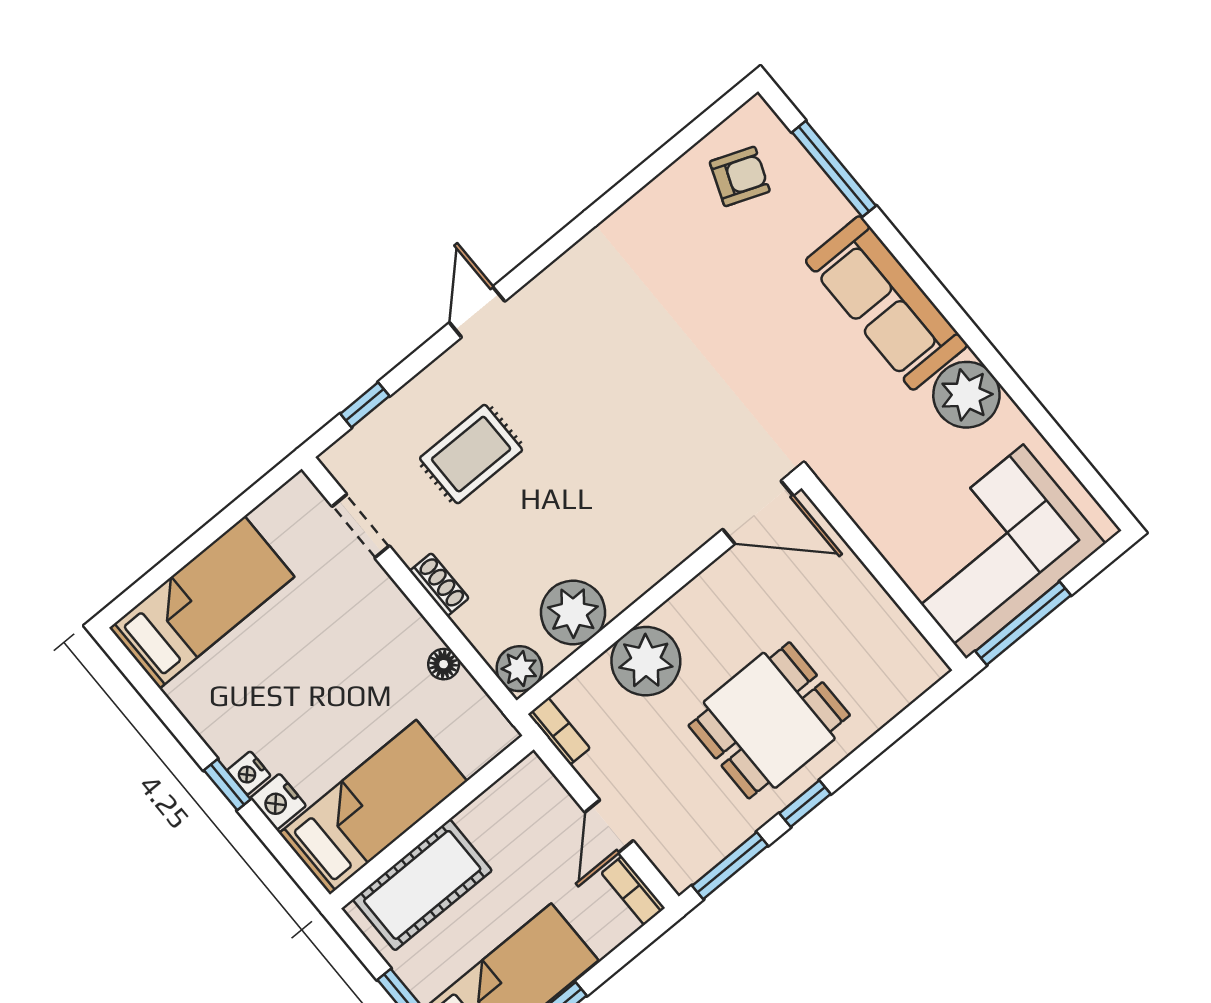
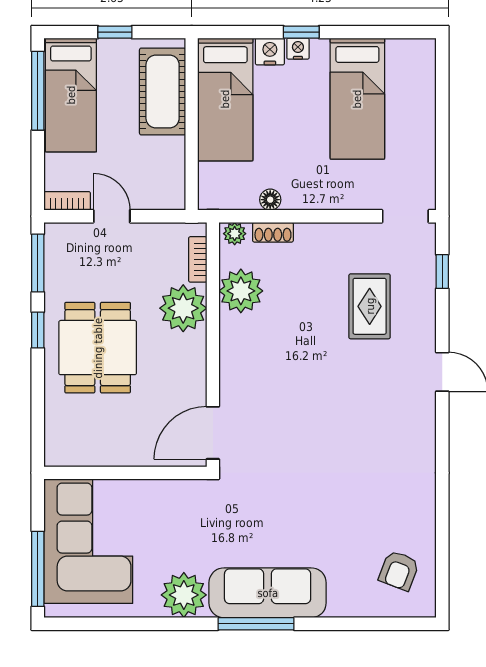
window: (834, 169) -> (256, 624), moved
doorway: (361, 526) -> (405, 216), moved
shoe rack: (439, 585) -> (273, 232), moved
bed: (202, 602) -> (357, 99), moved
window: (1023, 623) -> (38, 569), moved
plant: (519, 669) -> (235, 234), width x0.73, depth x0.73
bookcase: (559, 731) -> (198, 259), moved, turned 90

